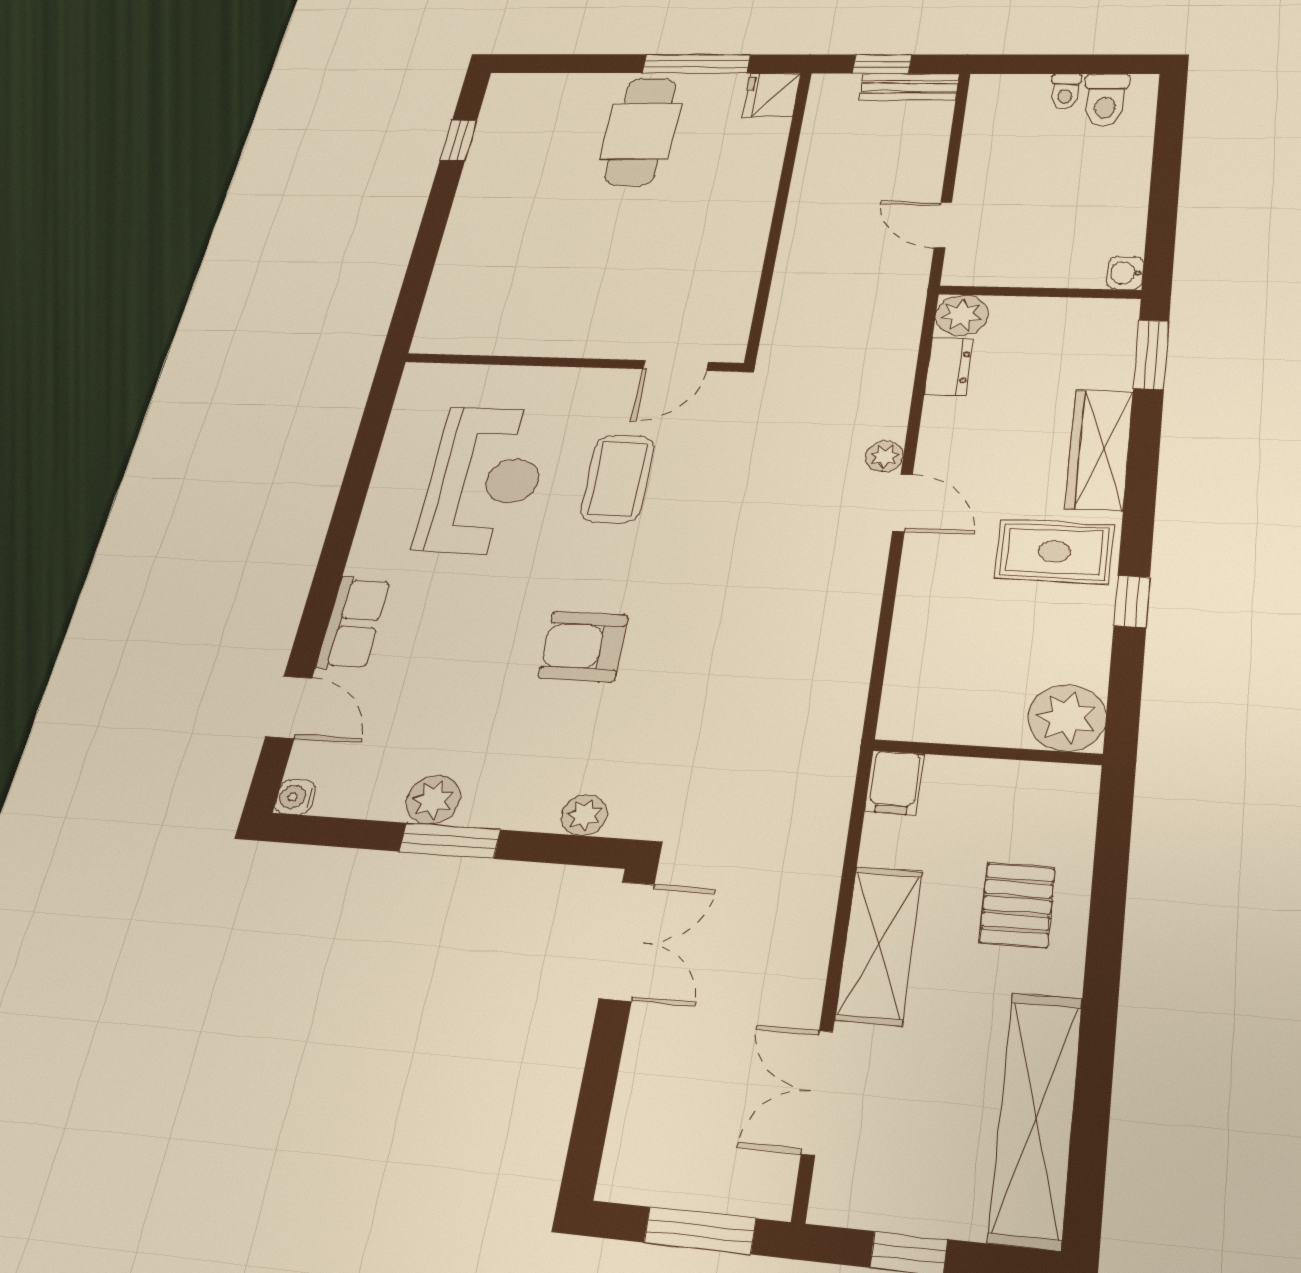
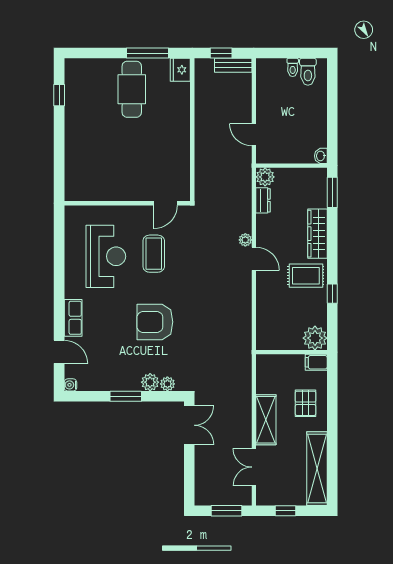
armchair: (583, 646) -> (155, 322), width x1.36, depth x1.36
filing cabinet: (895, 783) -> (316, 362), moved, turned 90
plant: (433, 800) -> (150, 382), moved

